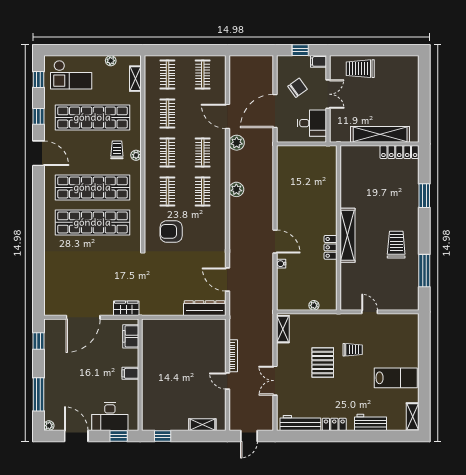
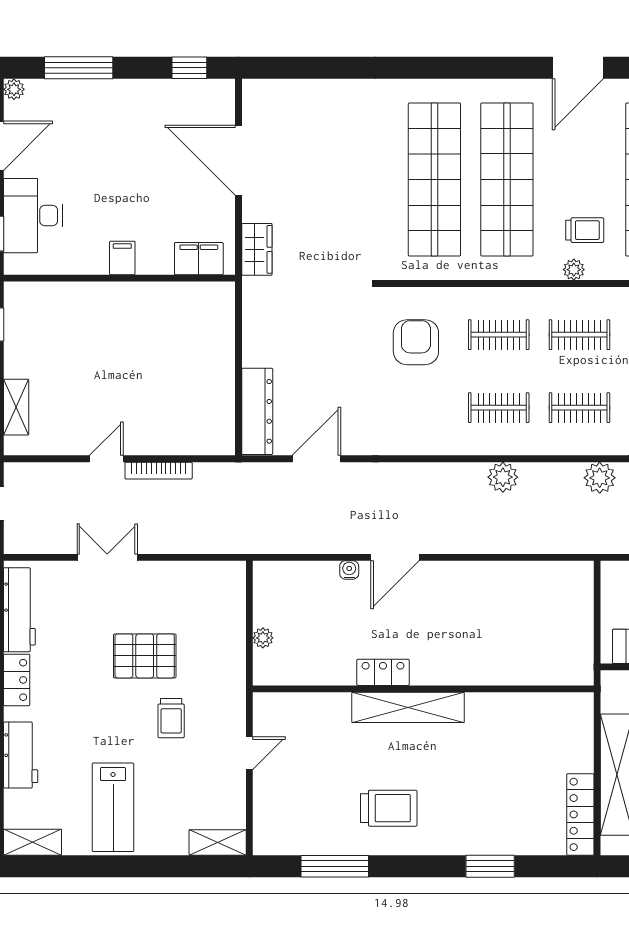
shelving: (283, 329) -> (218, 842), moved

